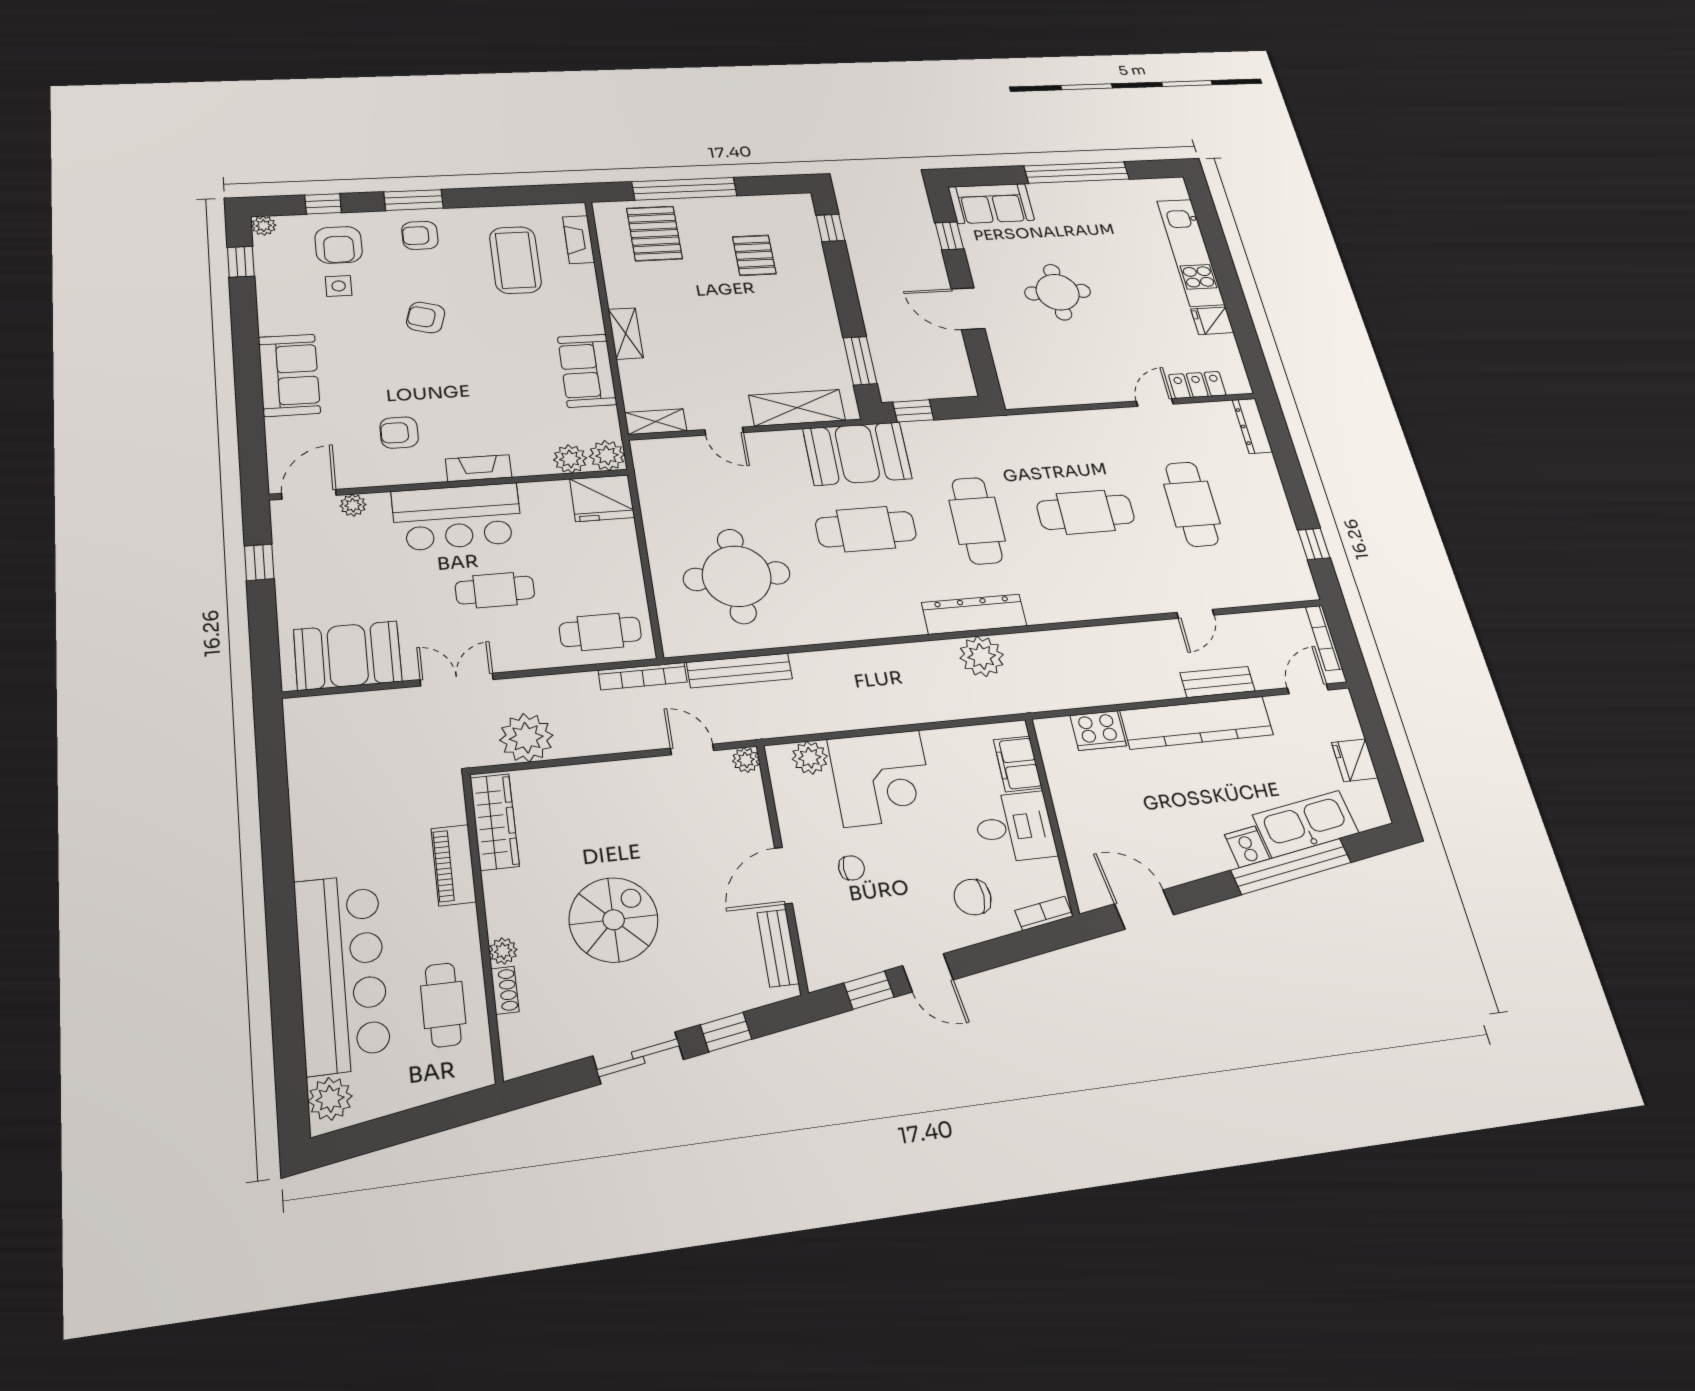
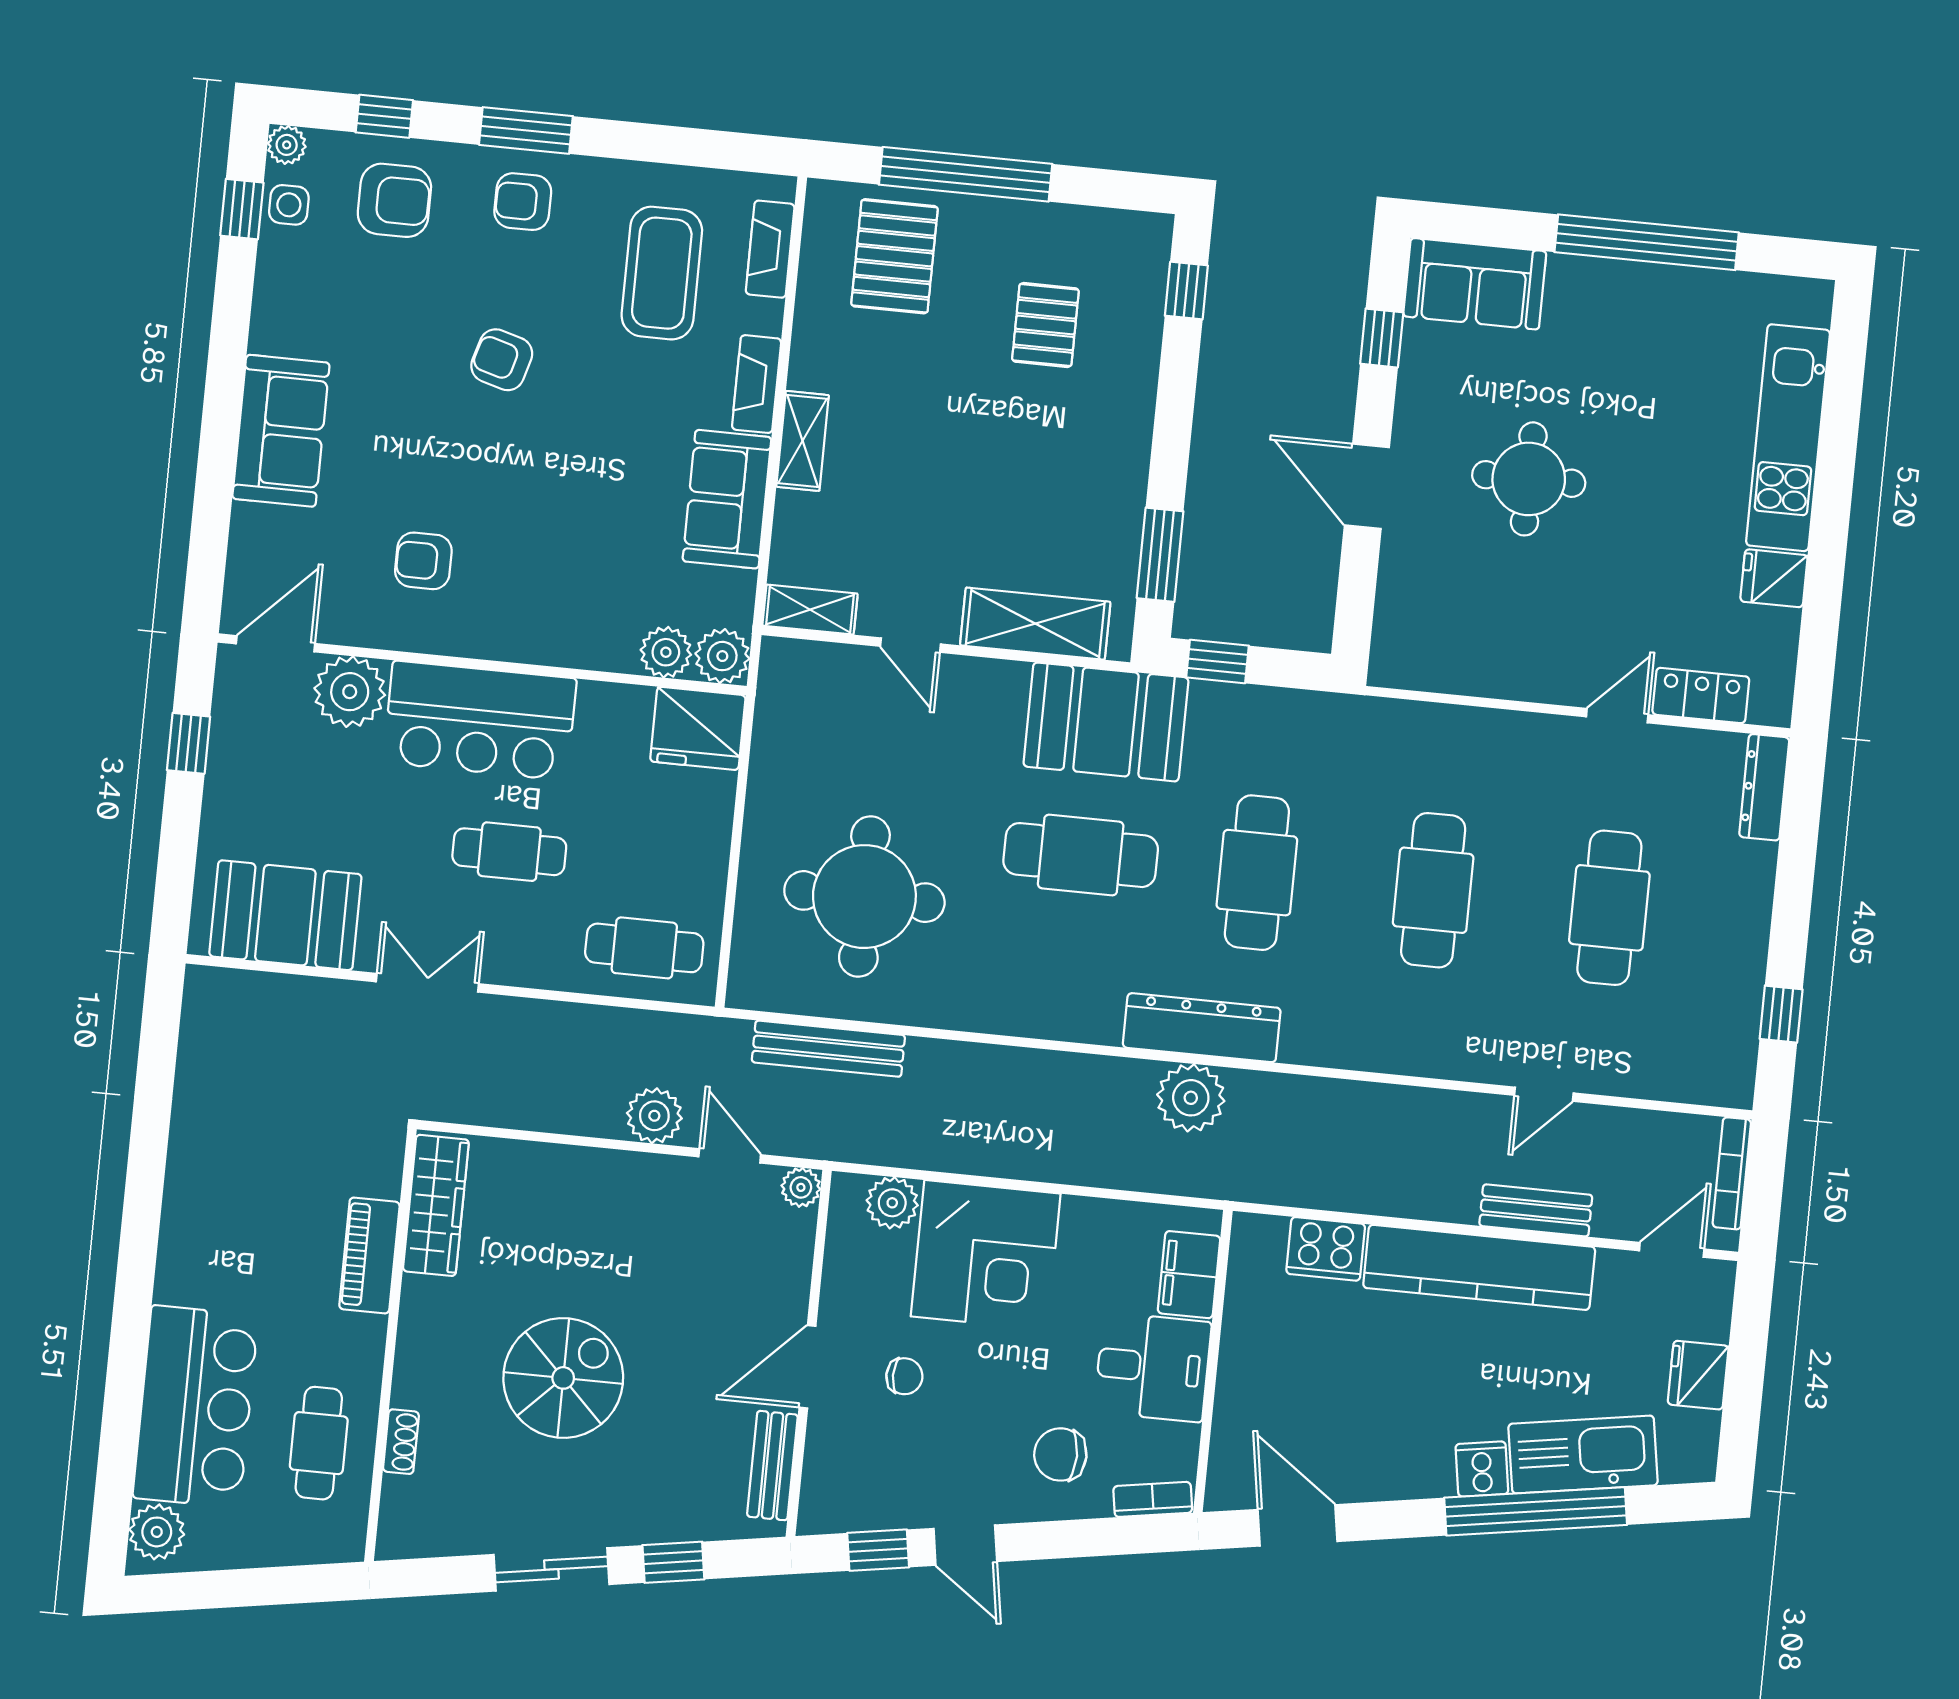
armchair: (339, 245) -> (394, 200), turned -90
side table: (339, 286) -> (289, 205), moved
fireplace: (479, 468) -> (757, 384), moved, turned -90
plant: (353, 505) -> (350, 692), width x1.88, depth x1.88
cafe table: (1086, 512) -> (1433, 890), turned 90
bookcase: (643, 676) -> (688, 1030), removed
plant: (526, 738) -> (654, 1116), moved, width x0.73, depth x0.73
plant: (503, 951) -> (410, 1388), removed
bar counter: (342, 973) -> (196, 1407), width x0.73

